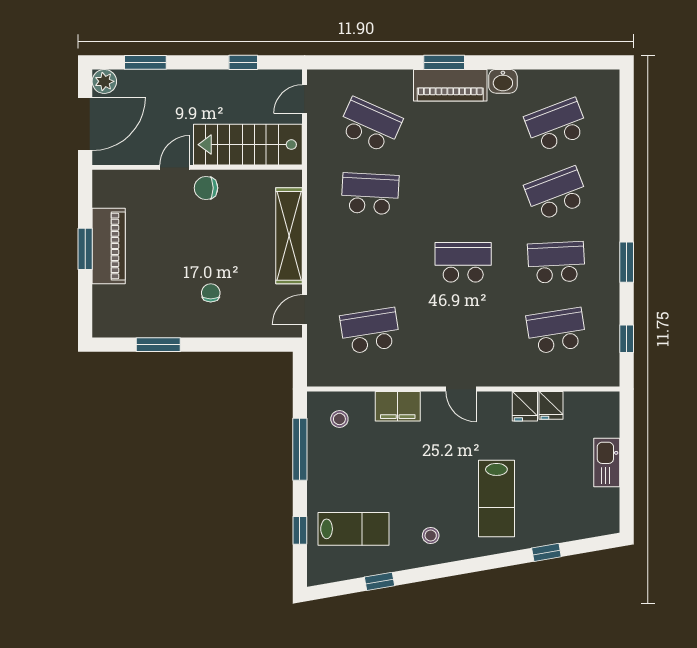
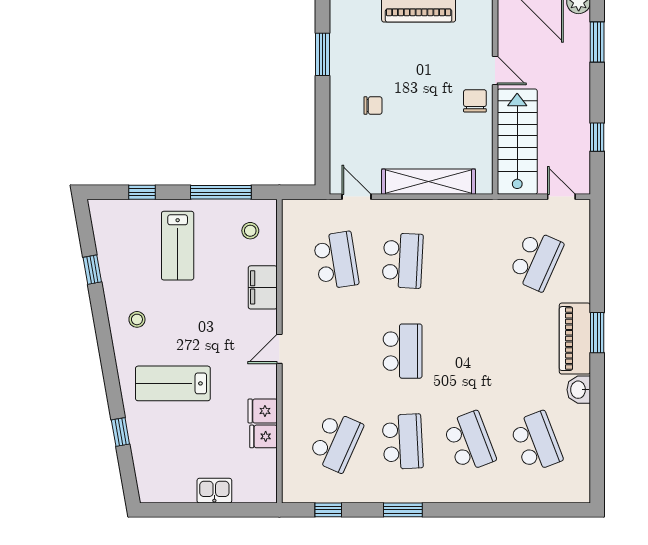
school desk: (370, 194) -> (403, 260), moved
school desk: (556, 331) -> (336, 442), turned 33
kitchen sink: (607, 463) -> (214, 491), width x0.73
lab bench: (354, 529) -> (178, 246), moved

